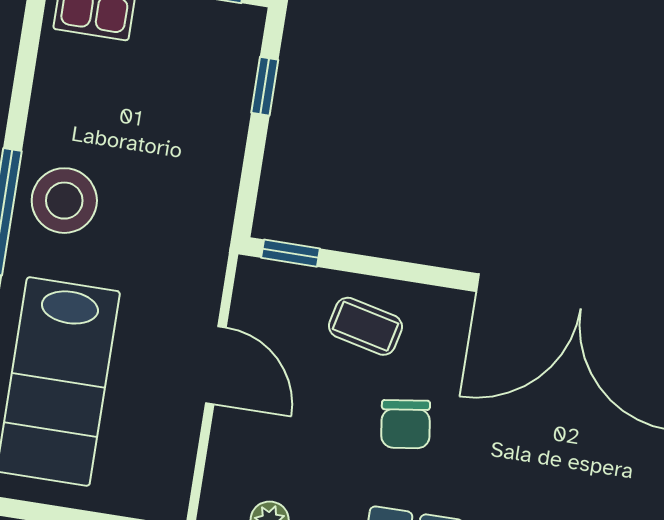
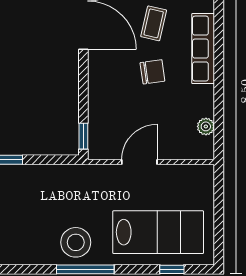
coffee table: (365, 326) -> (154, 23), moved

